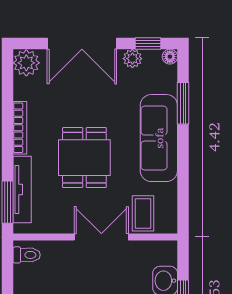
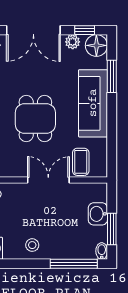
floor lamp: (170, 57) -> (96, 45), width x1.89, depth x1.89

